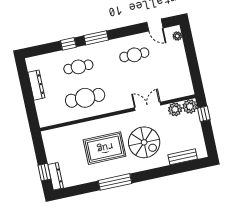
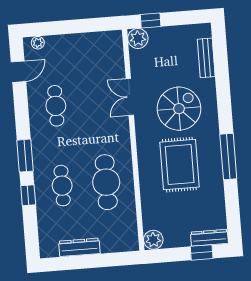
plant: (175, 109) -> (153, 240), moved

